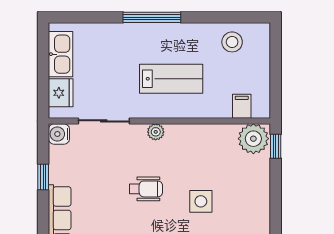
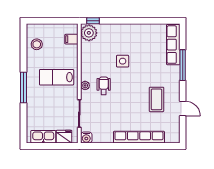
lab bench: (171, 79) -> (57, 77), turned -90
window: (43, 177) -> (110, 146), removed
wheelchair: (146, 189) -> (104, 86), moved

